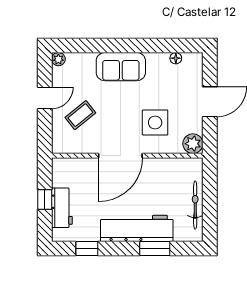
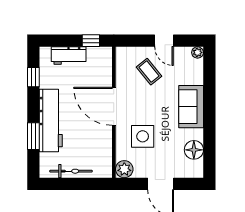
floor lamp: (176, 58) -> (194, 150), width x1.89, depth x1.89
window: (45, 199) -> (91, 41), moved

